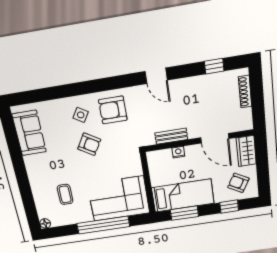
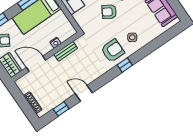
door: (156, 76) -> (84, 93), moved
window: (106, 84) -> (125, 65), added
armchair: (89, 144) -> (109, 12), moved

